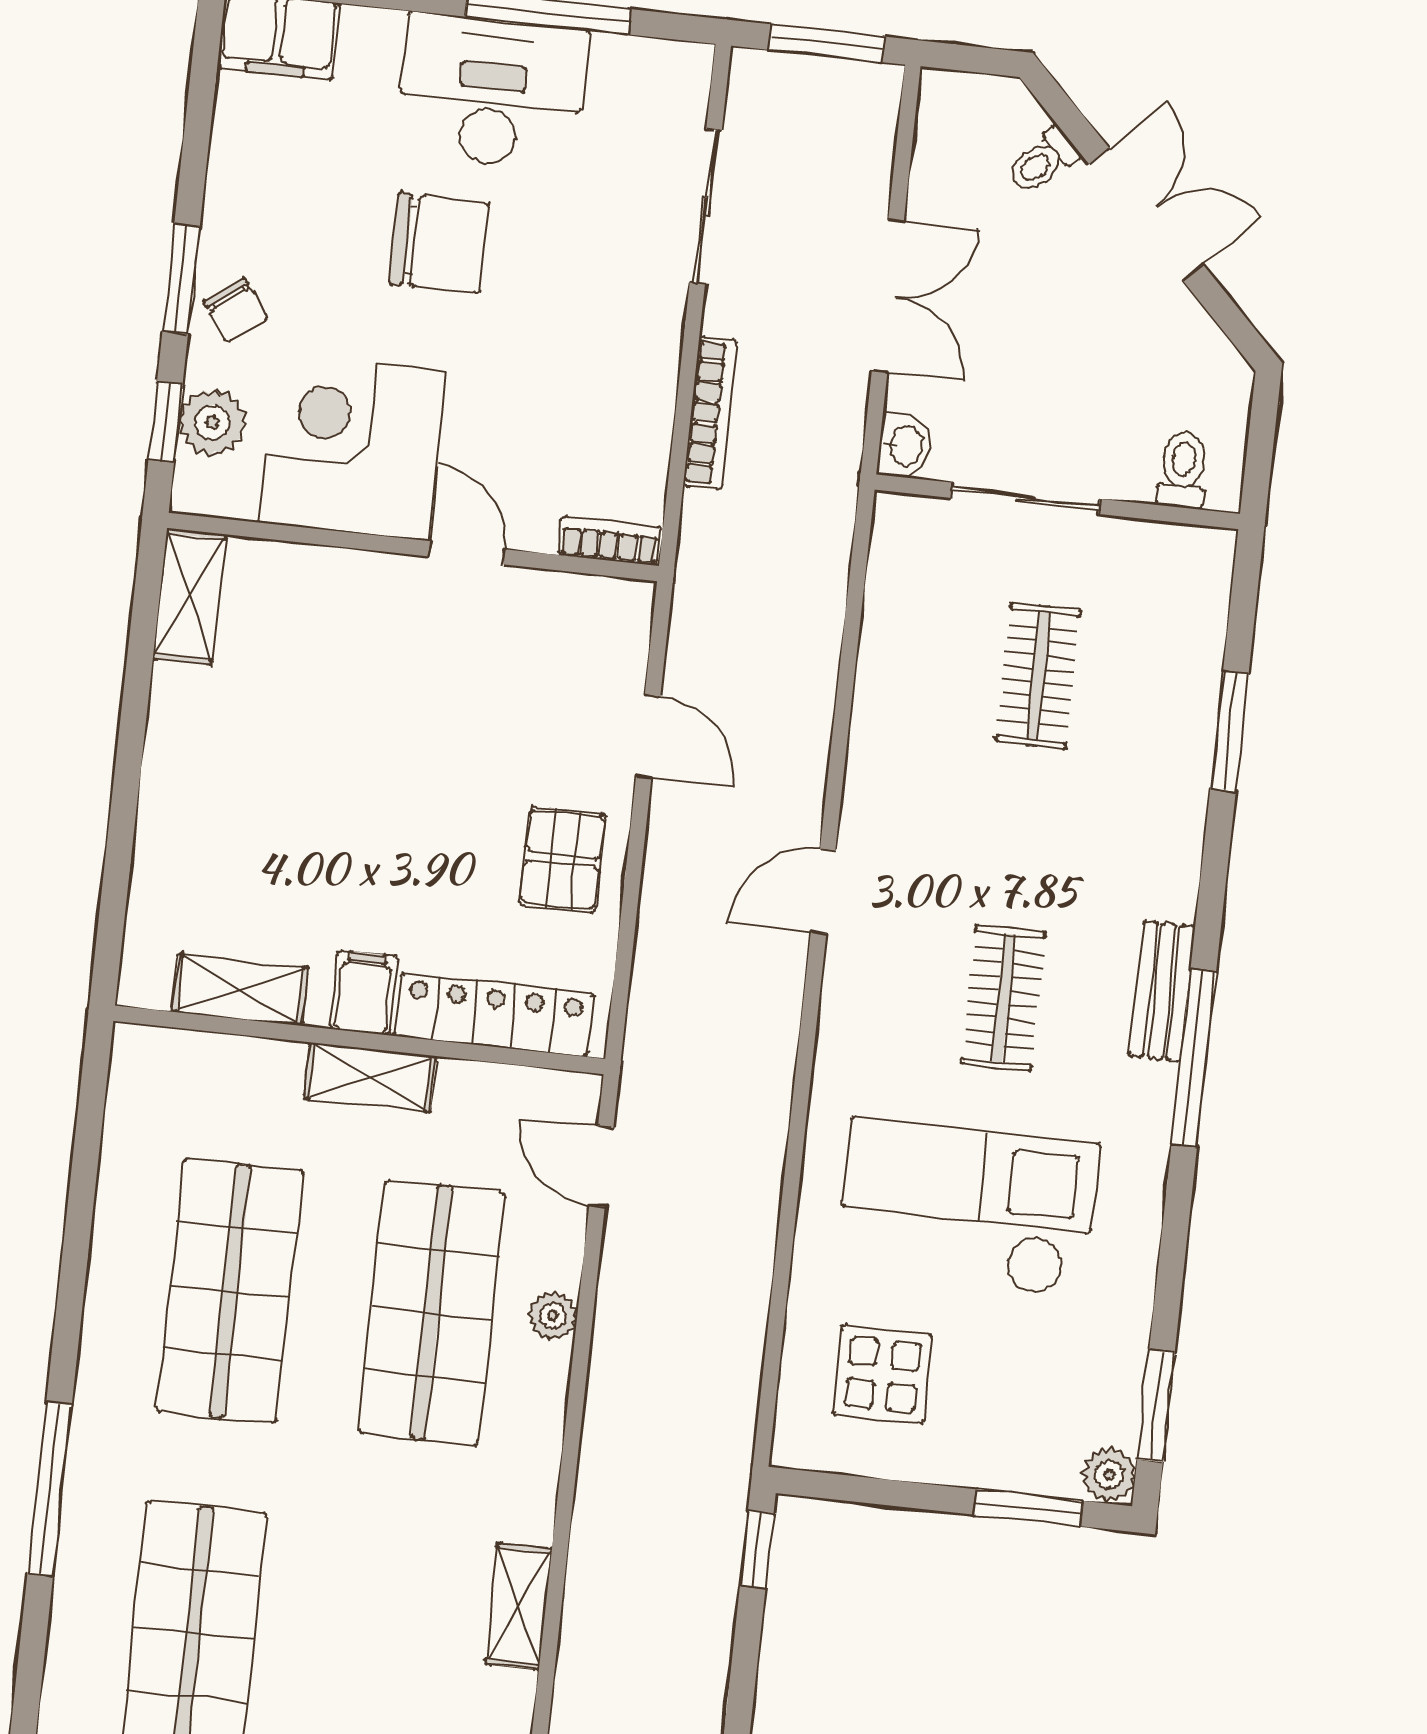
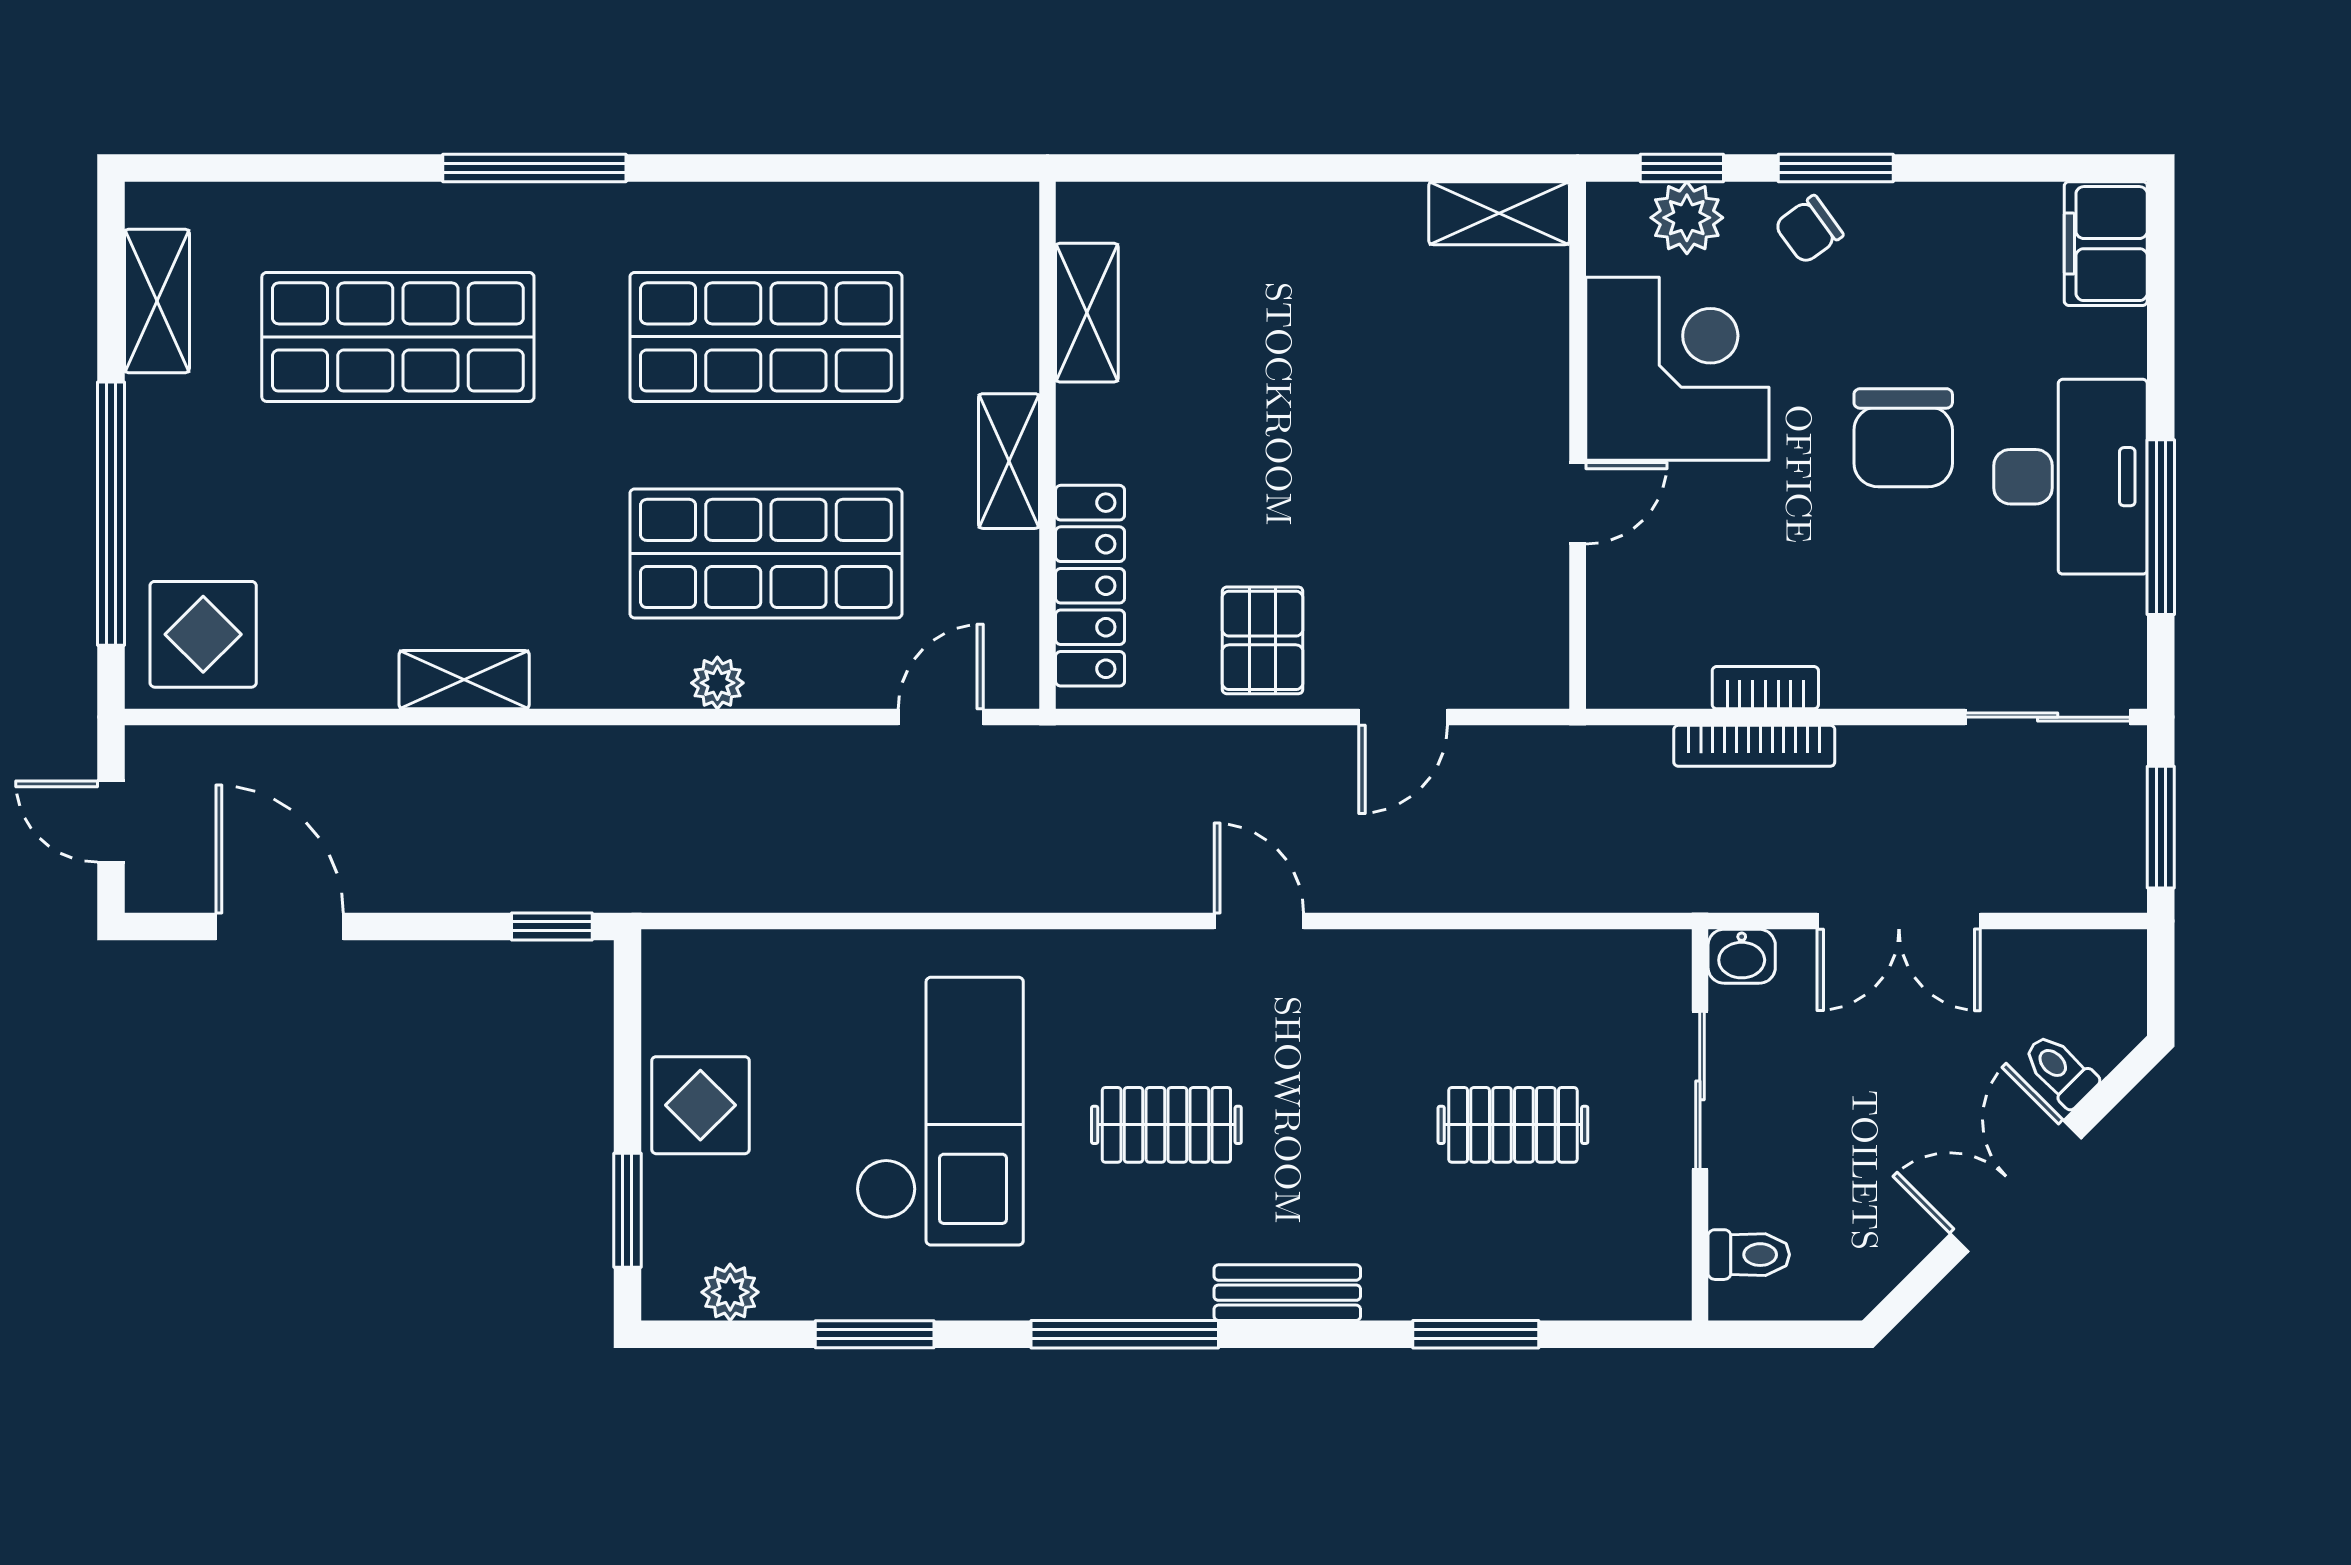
sliding door: (706, 206) -> (2048, 717), moved
double door: (1146, 214) -> (2016, 1186), swing flipped
bookcase: (610, 541) -> (1765, 688), moved, turned -90
pallet: (563, 860) -> (1263, 640), turned 90
bench: (1162, 991) -> (1287, 1293), moved
filing cabinet: (364, 993) -> (1098, 444), removed
plant: (553, 1316) -> (717, 683), moved
display table: (883, 1375) -> (700, 1105), moved
window: (1156, 1406) -> (875, 1334), moved
plant: (1109, 1475) -> (730, 1292), moved

